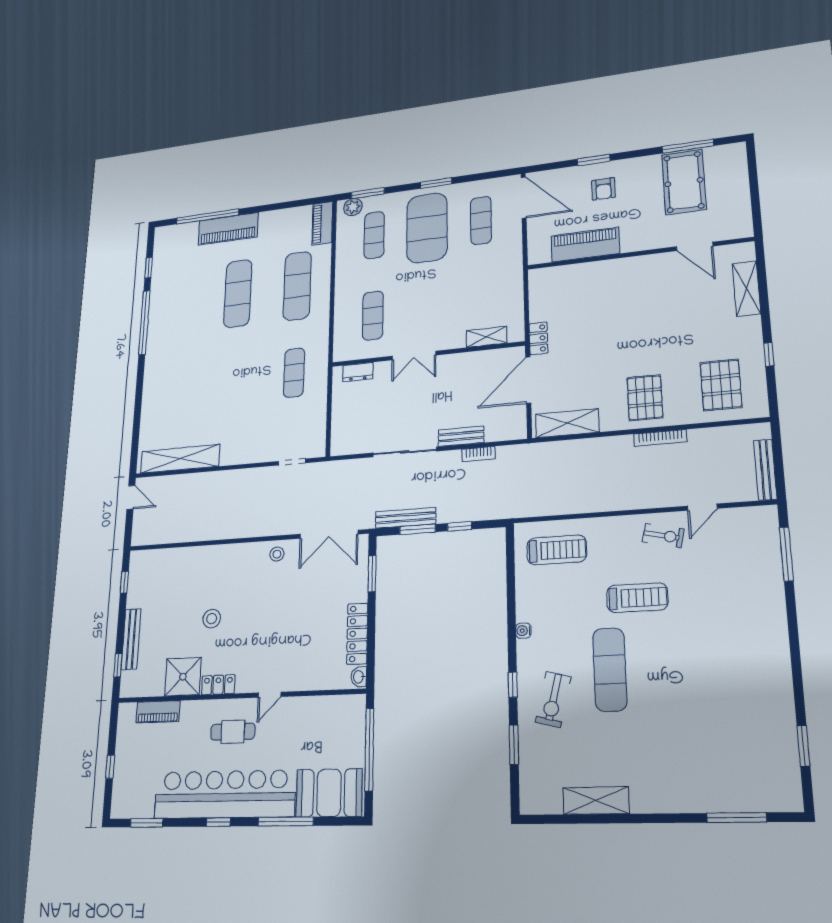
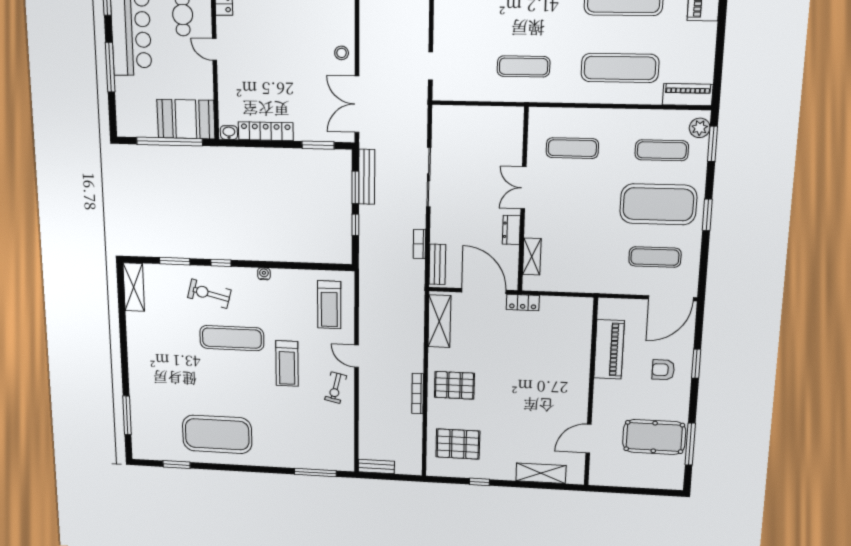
dresser: (358, 372) -> (511, 230), moved
bench: (461, 436) -> (437, 264), moved
bench: (765, 470) -> (376, 466), width x0.73
door: (702, 507) -> (357, 356), moved
exercise mat: (749, 688) -> (217, 434), added
booth: (329, 793) -> (186, 119), moved, turned 90
shelving: (596, 801) -> (134, 287), moved

